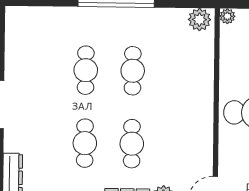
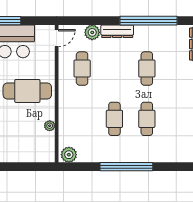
plant: (227, 16) -> (50, 126), moved
cafe table: (132, 144) -> (82, 69), moved

